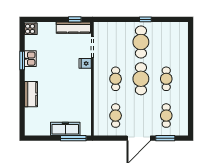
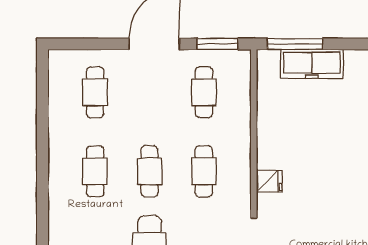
fridge: (85, 63) -> (269, 181), moved
cafe table: (141, 79) -> (150, 171), width x0.73, depth x0.74
window: (165, 138) -> (218, 44), moved

